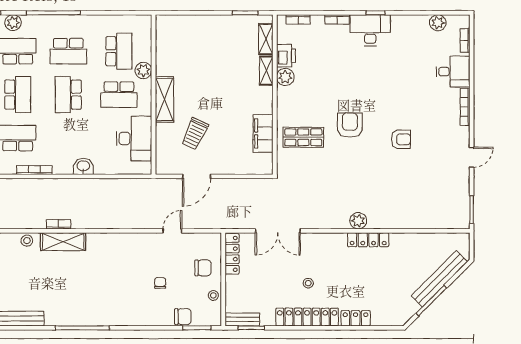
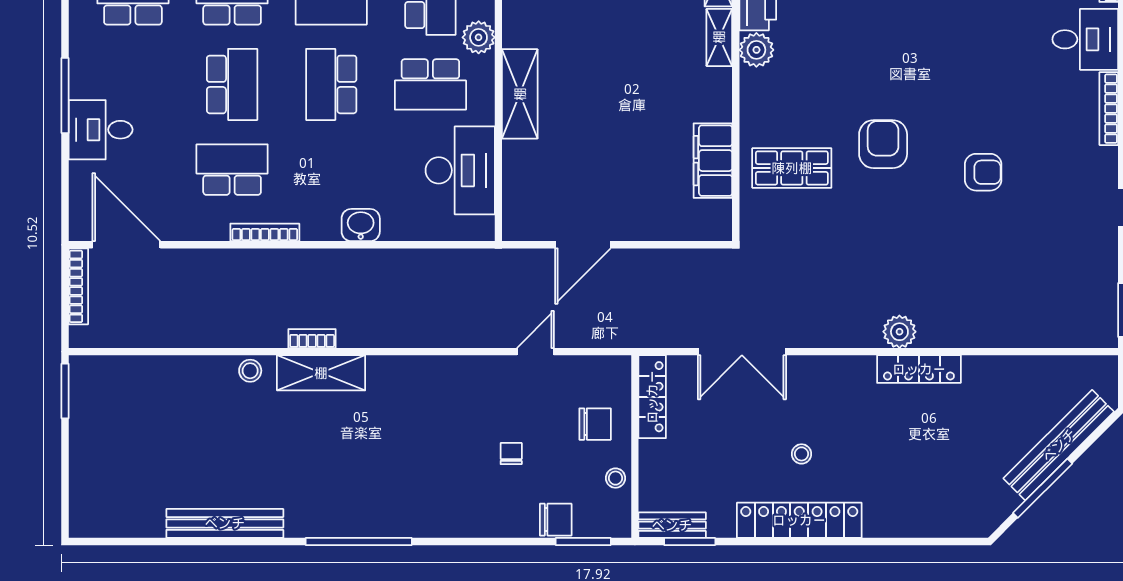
trolley: (195, 134) -> (579, 161), removed
locker: (356, 318) -> (894, 523), removed

